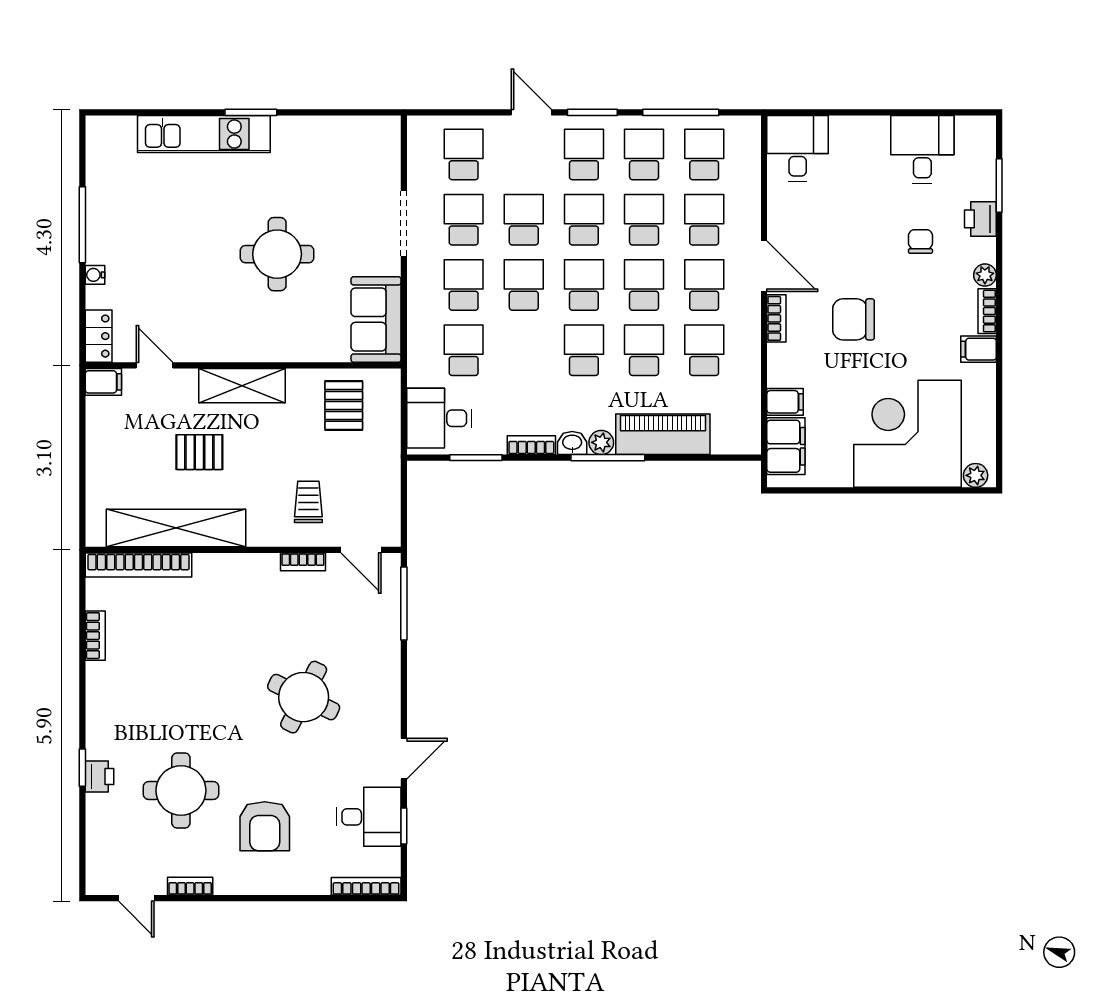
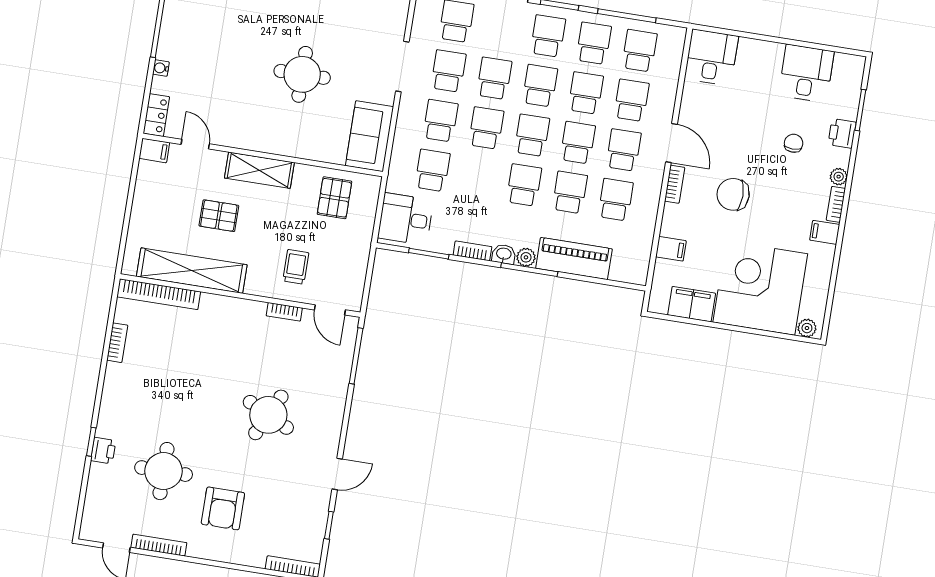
filing cabinet: (786, 446) -> (692, 304), moved, turned -90
desk: (369, 817) -> (303, 514), removed
bookcase: (190, 886) -> (159, 545), width x1.56

